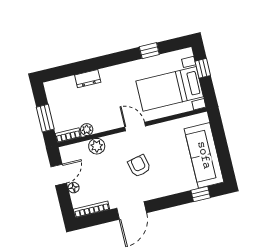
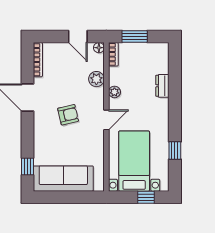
plant: (87, 130) -> (114, 92), moved
floor lamp: (74, 188) -> (99, 48), moved

